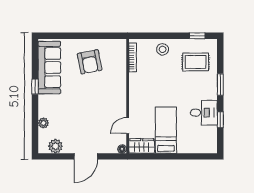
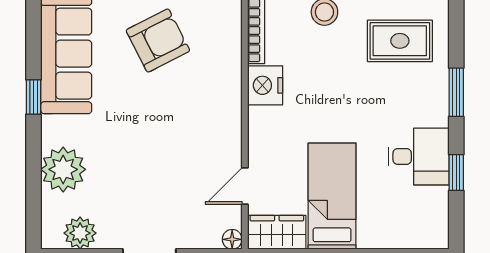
armchair: (90, 62) -> (158, 41), turned -106
nightstand: (137, 81) -> (265, 85), added
plant: (43, 123) -> (63, 169), width x1.88, depth x1.88

